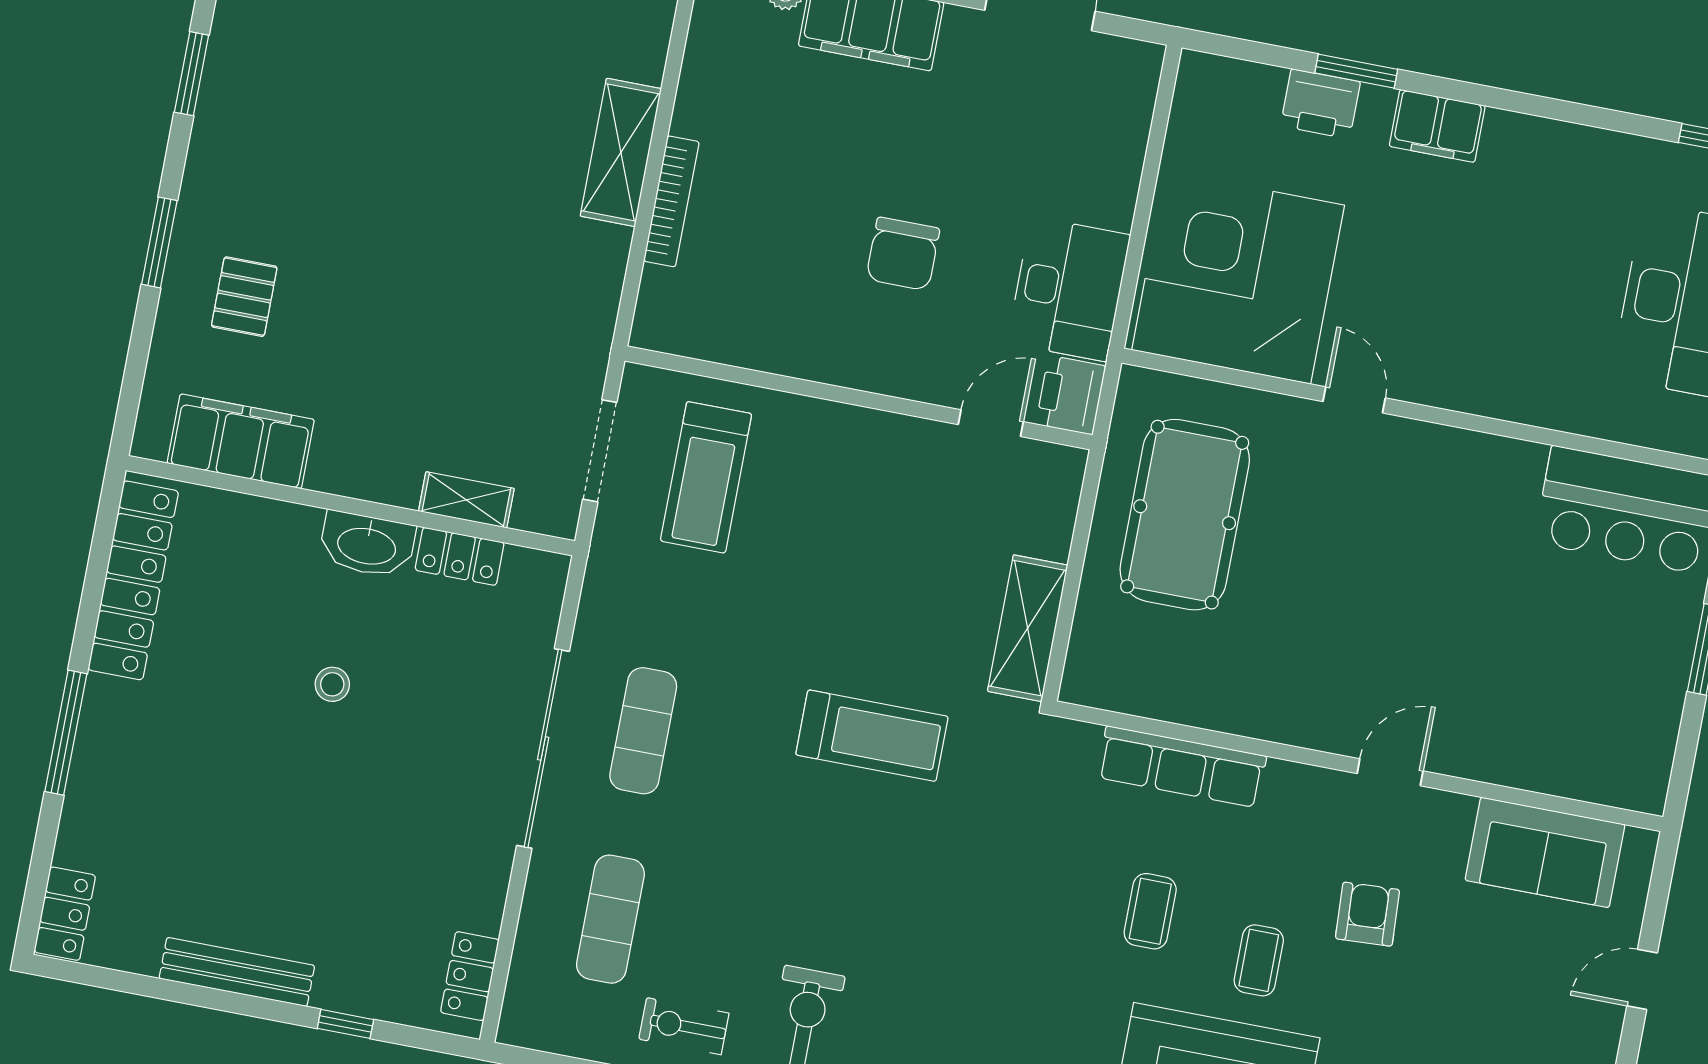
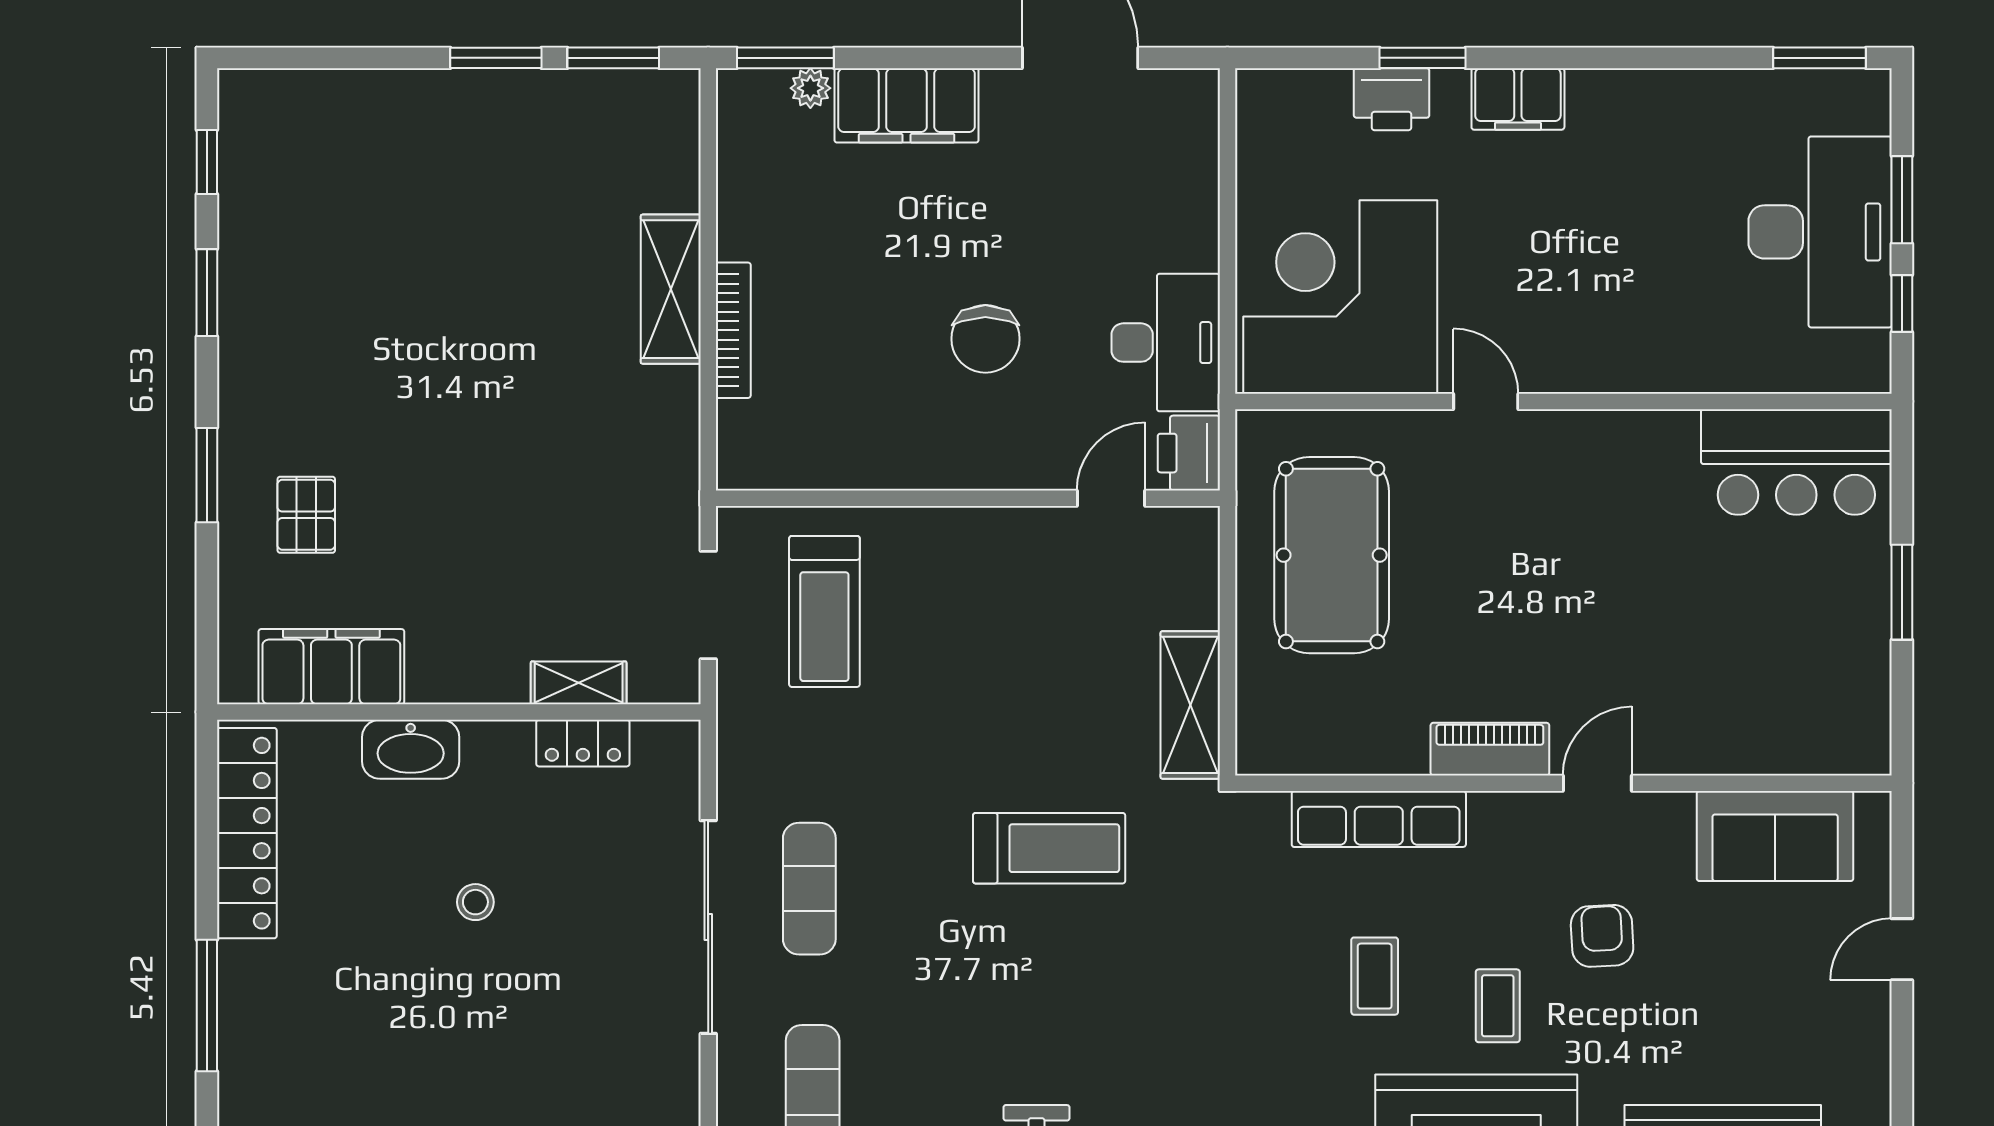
washbasin: (367, 545) -> (411, 749), moved
piano: (1297, 722) -> (1490, 749), added

